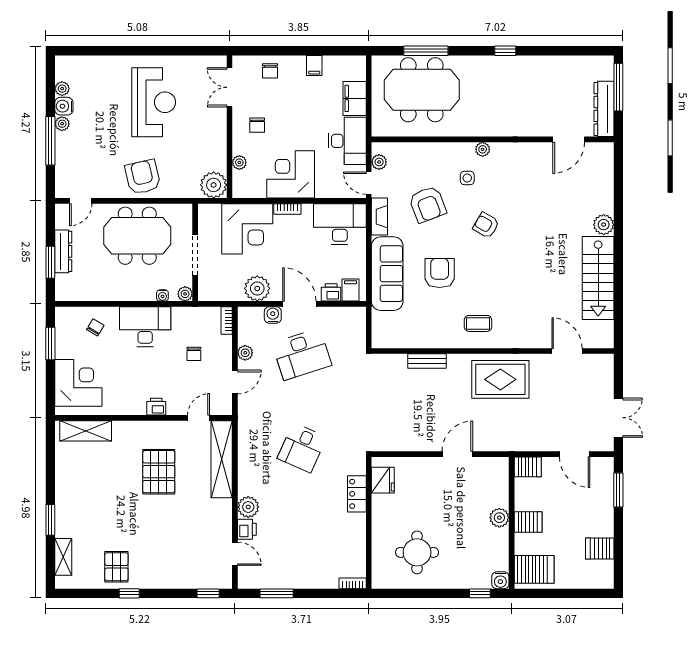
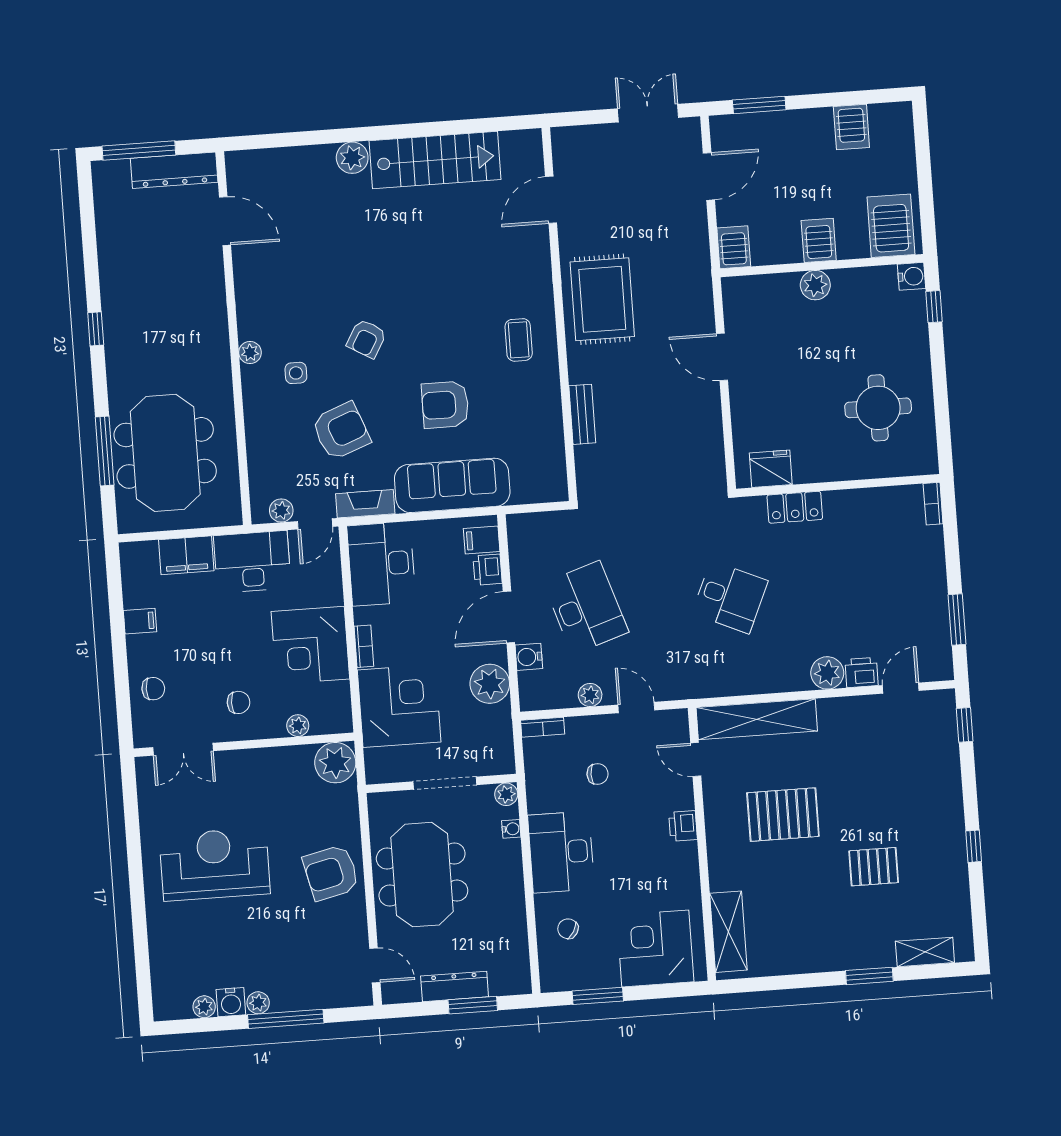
pallet: (116, 567) -> (874, 867), moved

